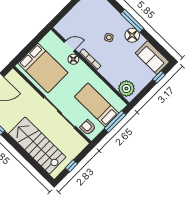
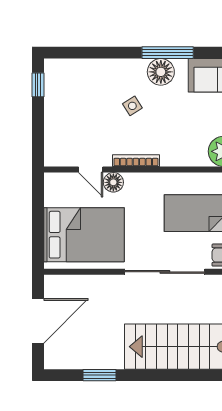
window: (132, 21) -> (168, 53), moved
door: (70, 46) -> (91, 170), swing flipped

